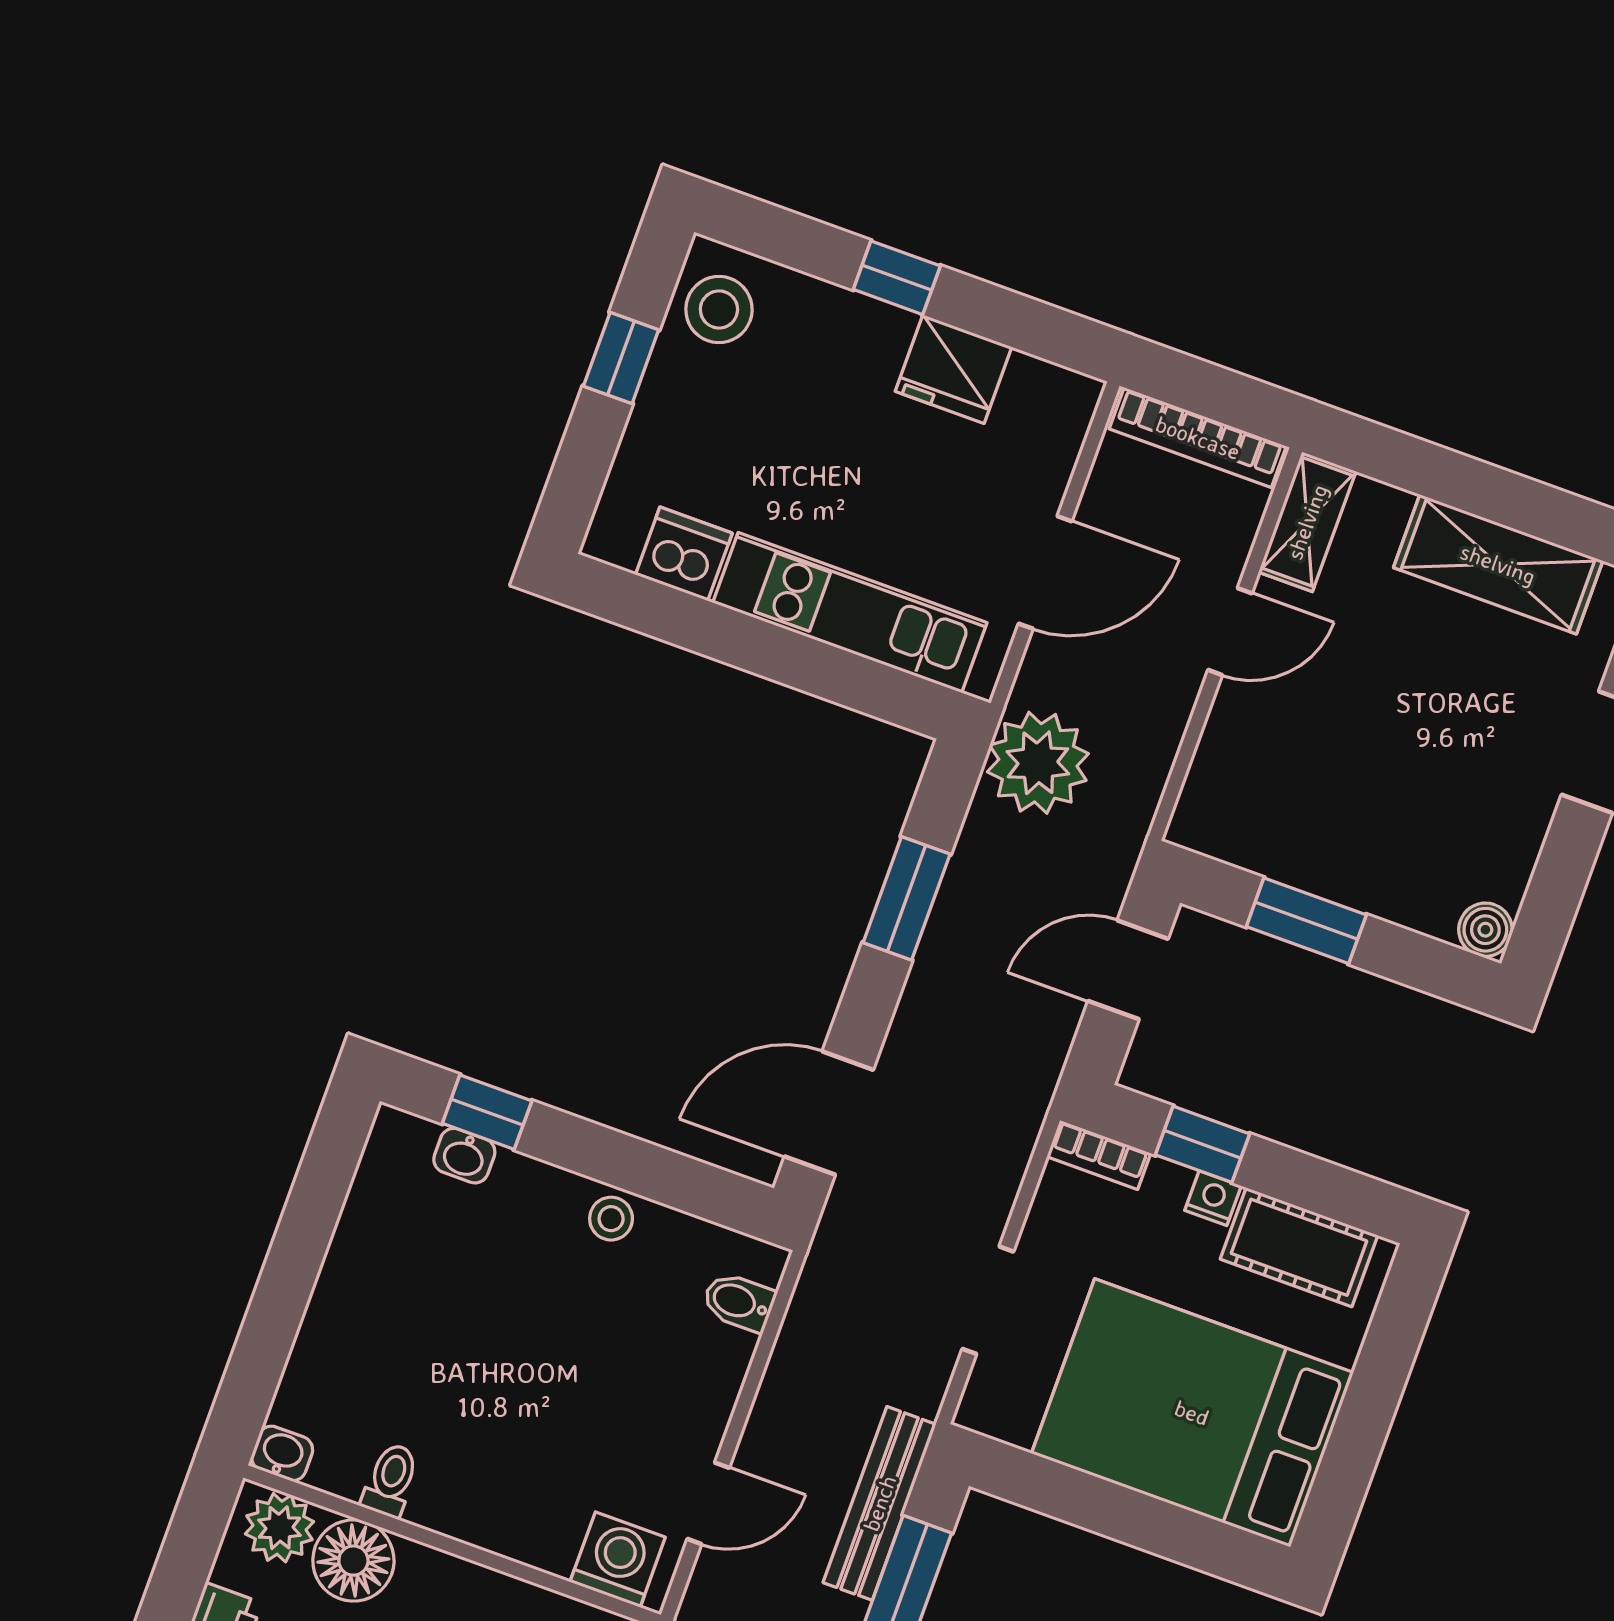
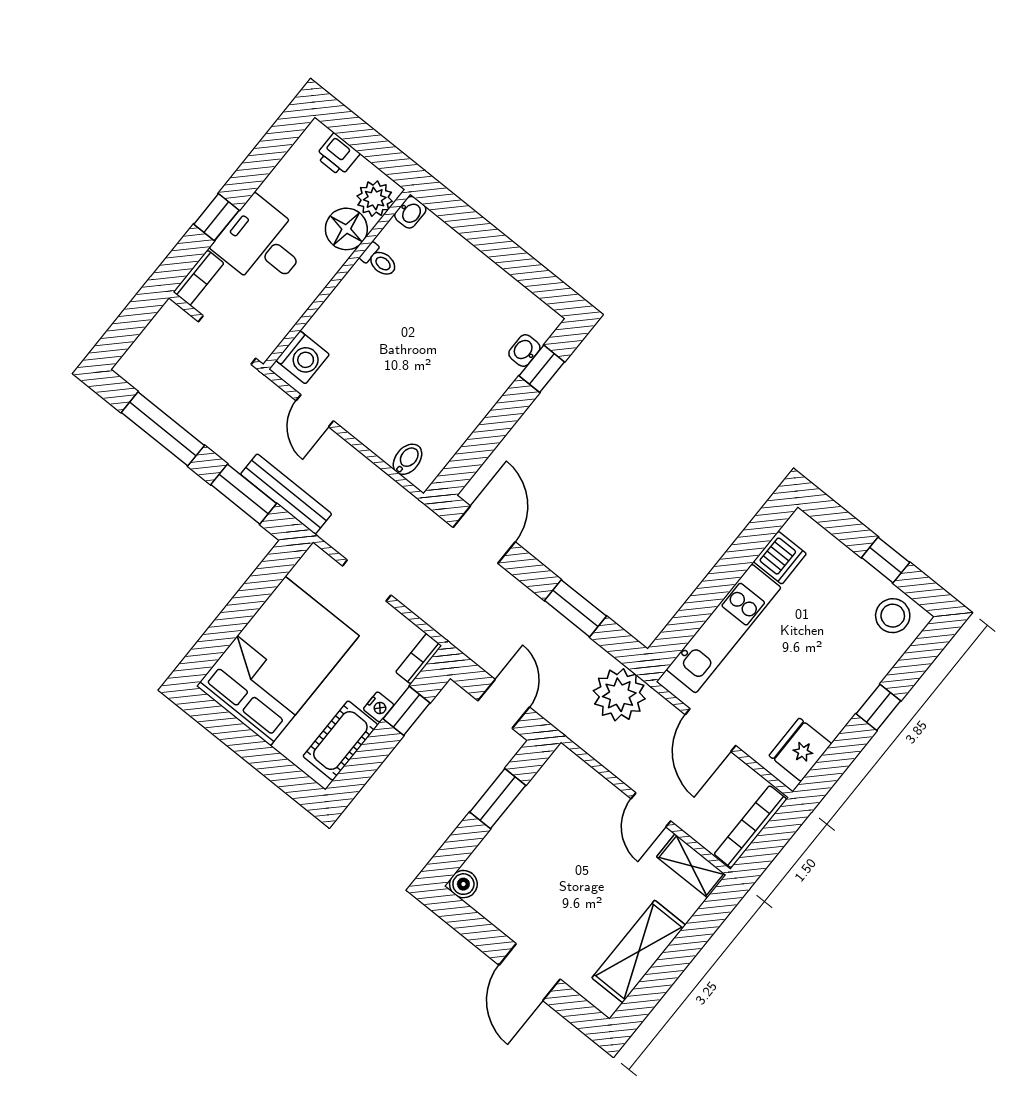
fridge: (954, 369) -> (800, 750), moved
stool: (611, 1219) -> (469, 411), removed

